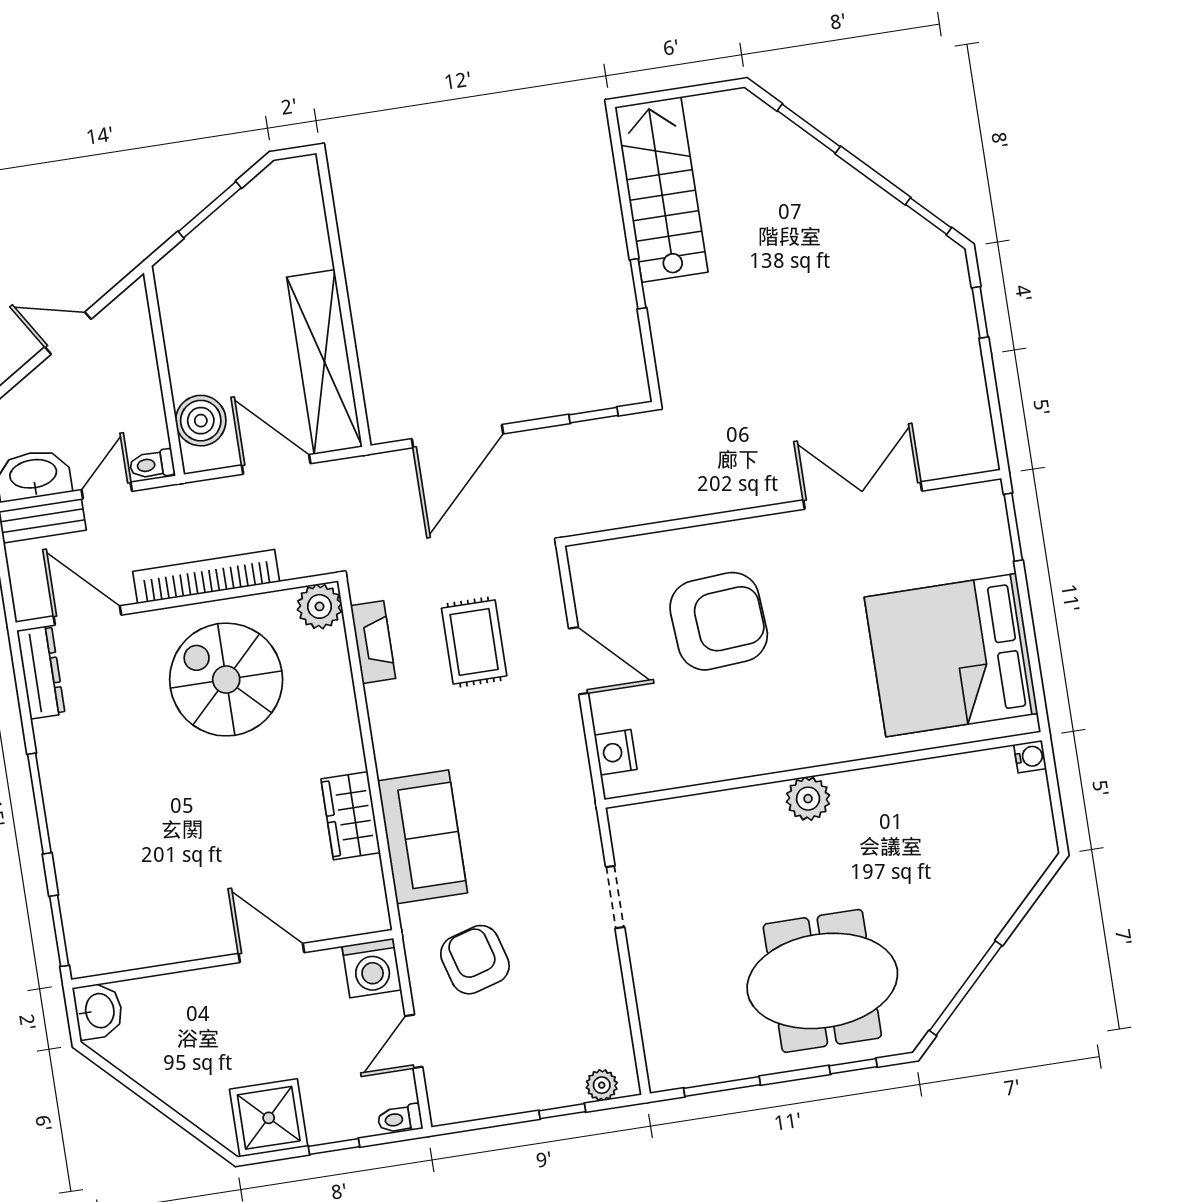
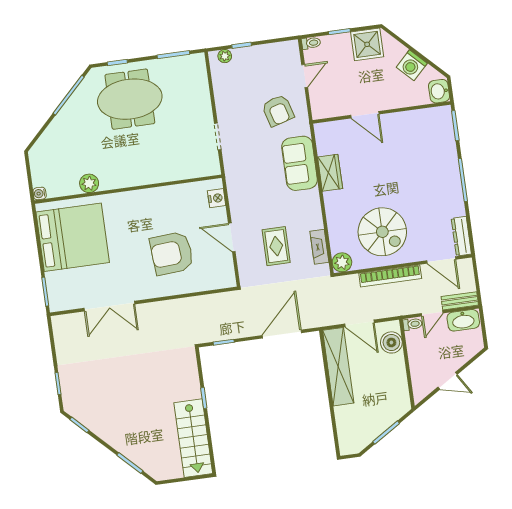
plant: (808, 799) -> (89, 183), moved
washing machine: (372, 968) -> (412, 65), moved, turned -135

